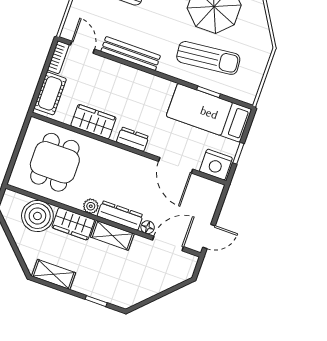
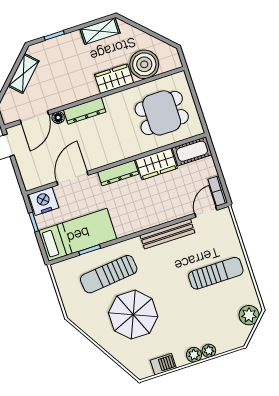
door: (82, 47) -> (206, 212), swing flipped
cot: (50, 93) -> (192, 151), moved, turned 90
dresser: (133, 139) -> (118, 173), width x1.44
dining table: (55, 162) -> (162, 113), turned 90
door: (176, 165) -> (72, 178), hinge flipped
plant: (91, 206) -> (111, 101), removed
shelving: (112, 235) -> (23, 73), moved, turned -45

